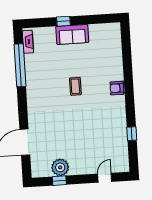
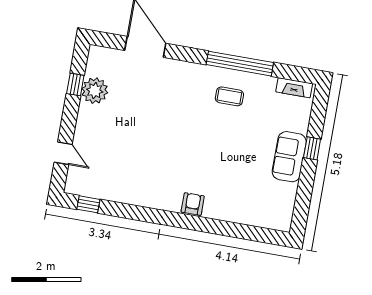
window: (20, 65) -> (240, 64), moved
coffee table: (75, 86) -> (229, 96), moved
window: (132, 134) -> (88, 204), moved

